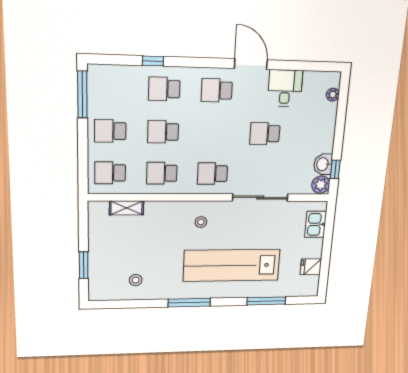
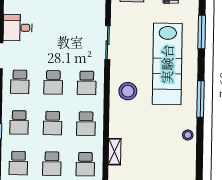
school desk: (111, 87) -> (18, 163), added
school desk: (265, 134) -> (53, 82), moved
sliding door: (260, 198) -> (108, 43), width x0.73
stool: (201, 222) -> (128, 91), width x1.89, depth x1.89
stool: (136, 280) -> (188, 135), moved

